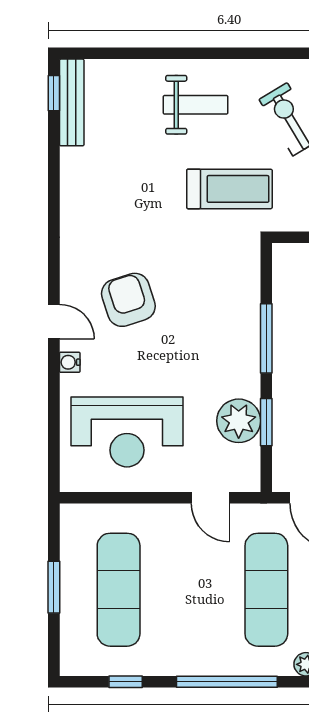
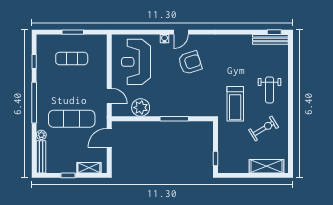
window: (266, 422) -> (140, 119), removed
door: (210, 498) -> (109, 96), swing flipped
exercise mat: (119, 590) -> (72, 59), width x0.73, depth x0.69

